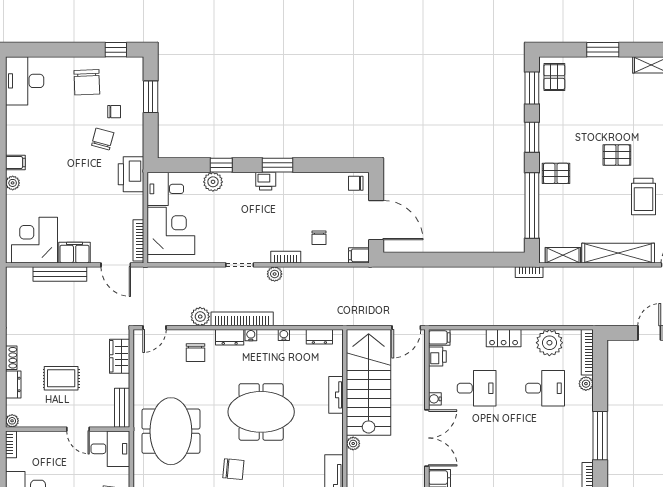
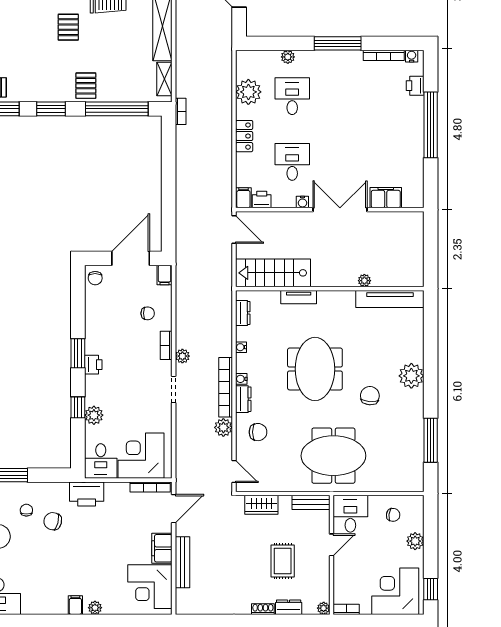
bookcase: (587, 352) -> (258, 56), removed
stairs: (369, 382) -> (273, 273), width x0.73, depth x0.66
plant: (353, 443) -> (364, 281), moved

